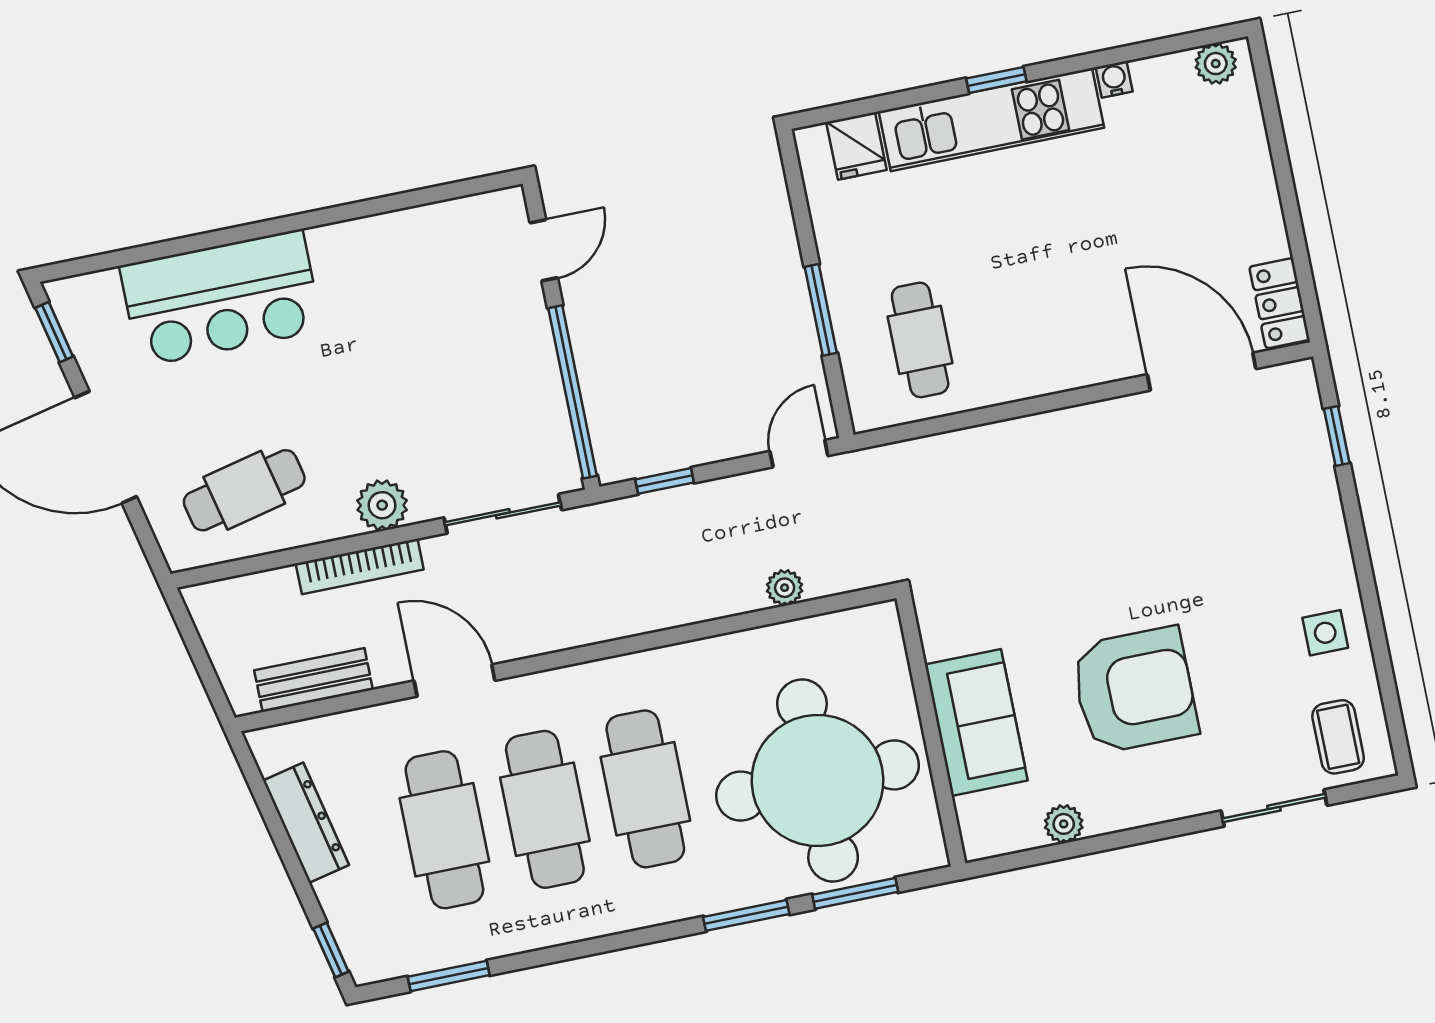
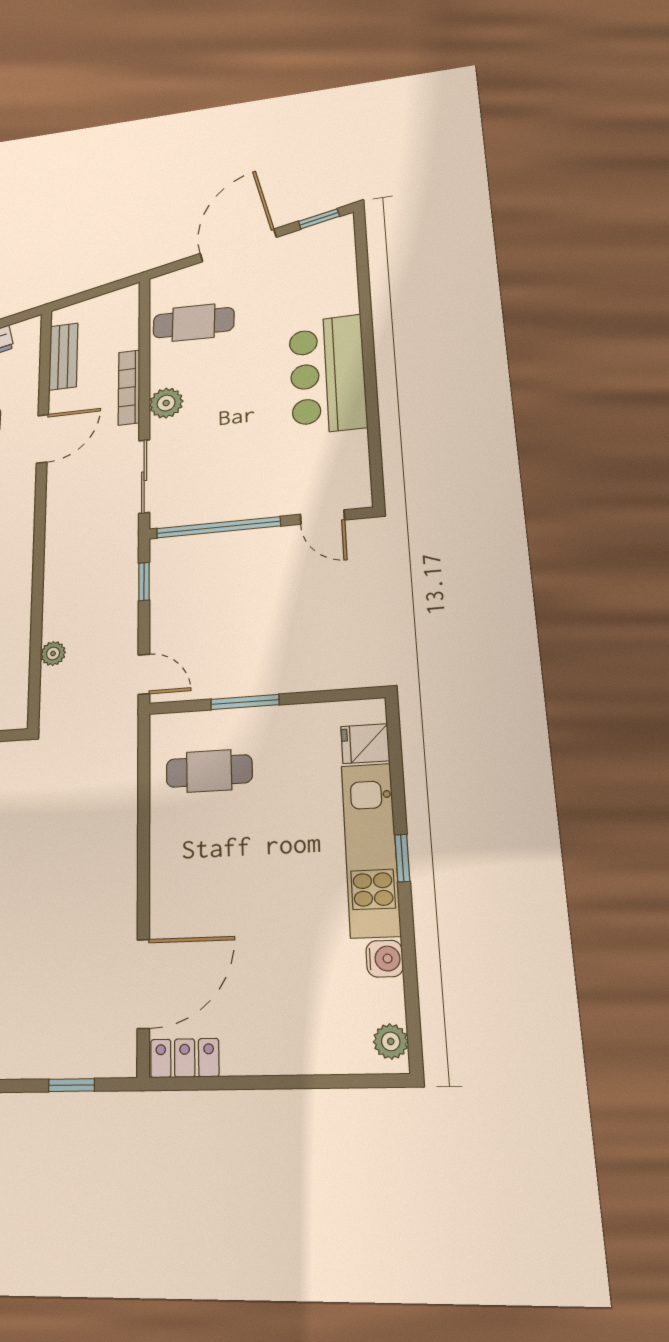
water cooler: (1114, 79) -> (385, 959), width x1.38, depth x1.38
bar counter: (221, 298) -> (328, 374), moved
cafe table: (244, 490) -> (194, 323), turned -75

